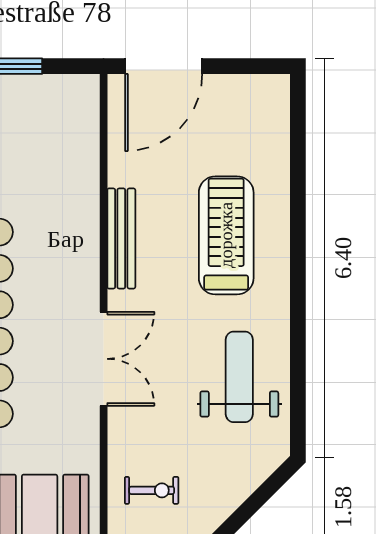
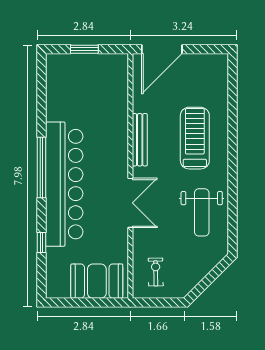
weight bench: (239, 377) -> (202, 212), turned 180
exercise bike: (152, 490) -> (156, 272), turned -91

